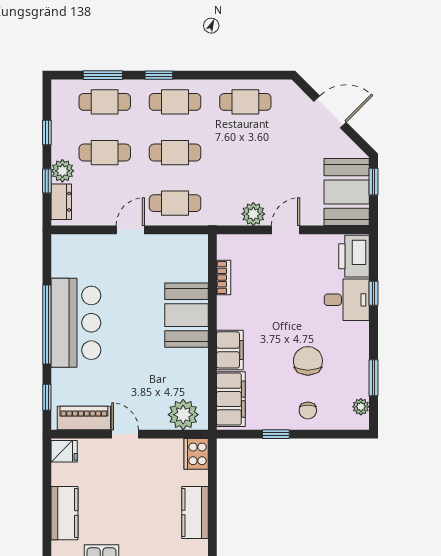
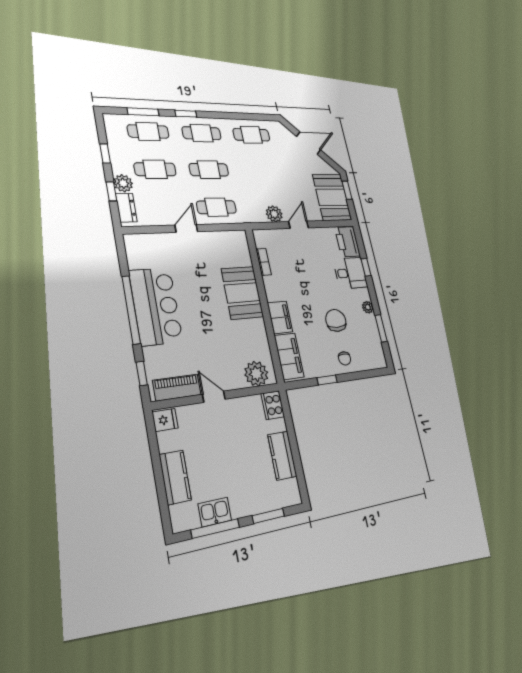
plant: (361, 407) -> (368, 307), moved

